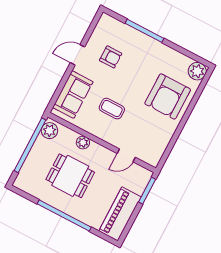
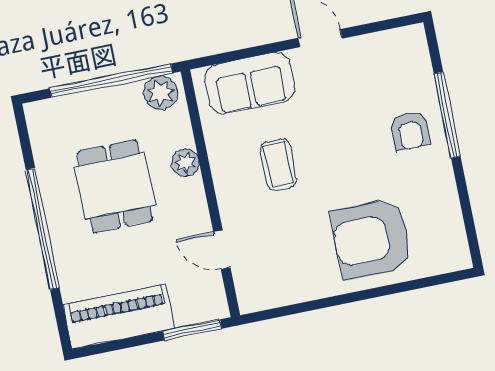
armchair: (111, 57) -> (410, 131), moved
plant: (197, 71) -> (452, 253), removed

